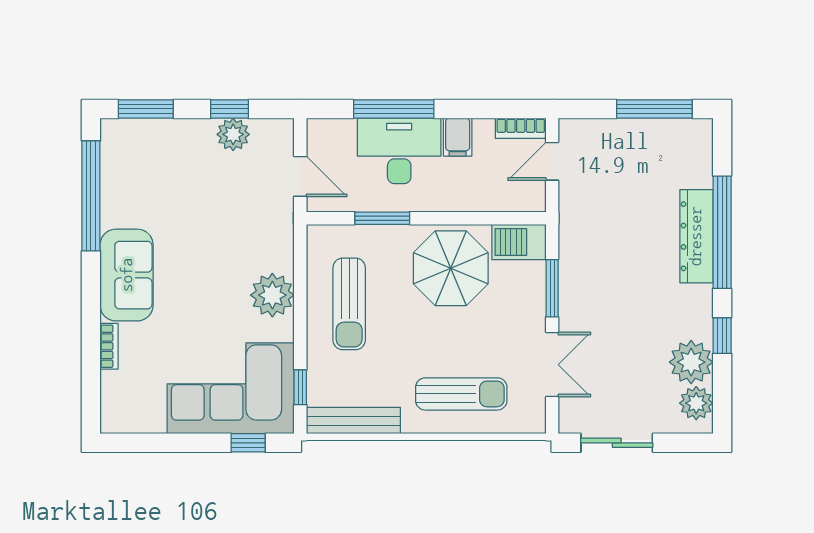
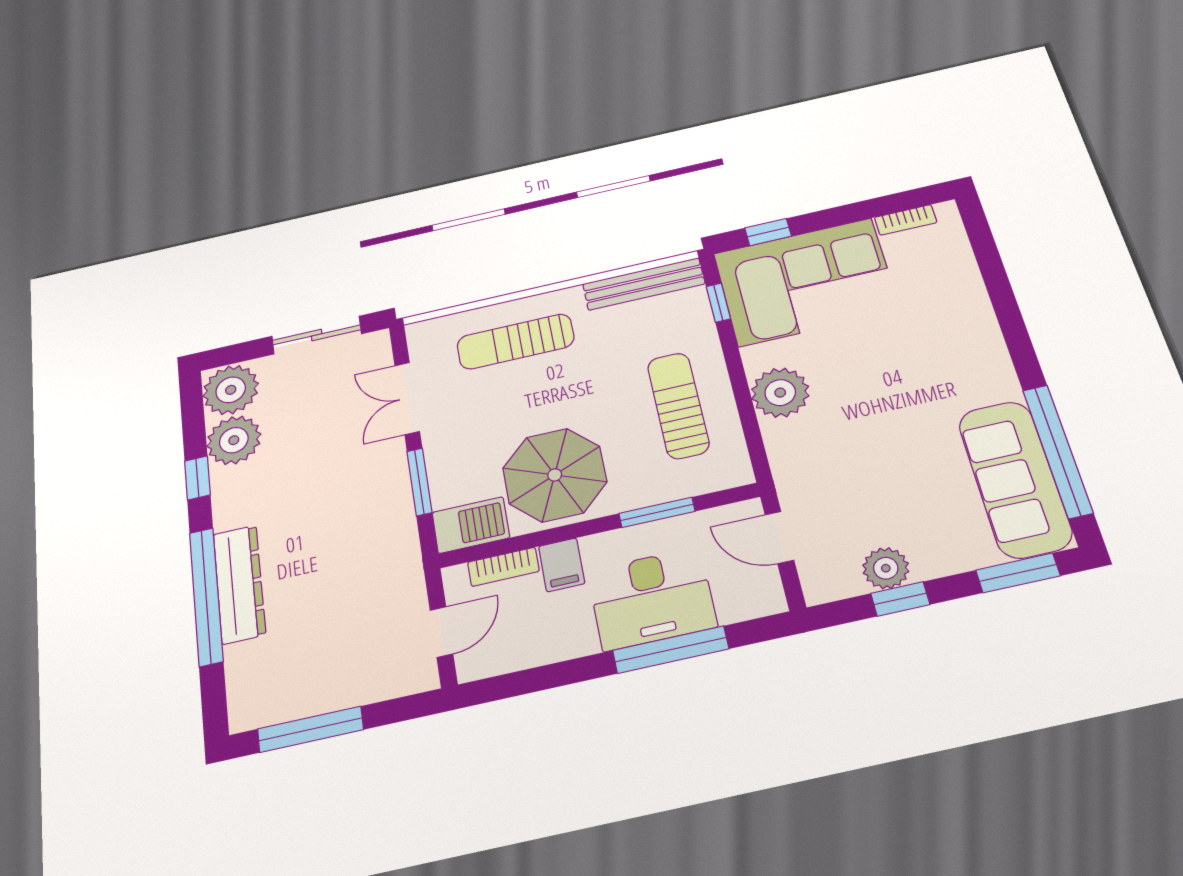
bookcase: (521, 128) -> (503, 567), moved, turned 180
filing cabinet: (458, 137) -> (562, 565), moved, turned 180
sofa: (127, 275) -> (1015, 479), moved, width x1.36
bookcase: (109, 346) -> (906, 220), moved, turned -90
plant: (696, 403) -> (231, 390), width x1.36, depth x1.36

